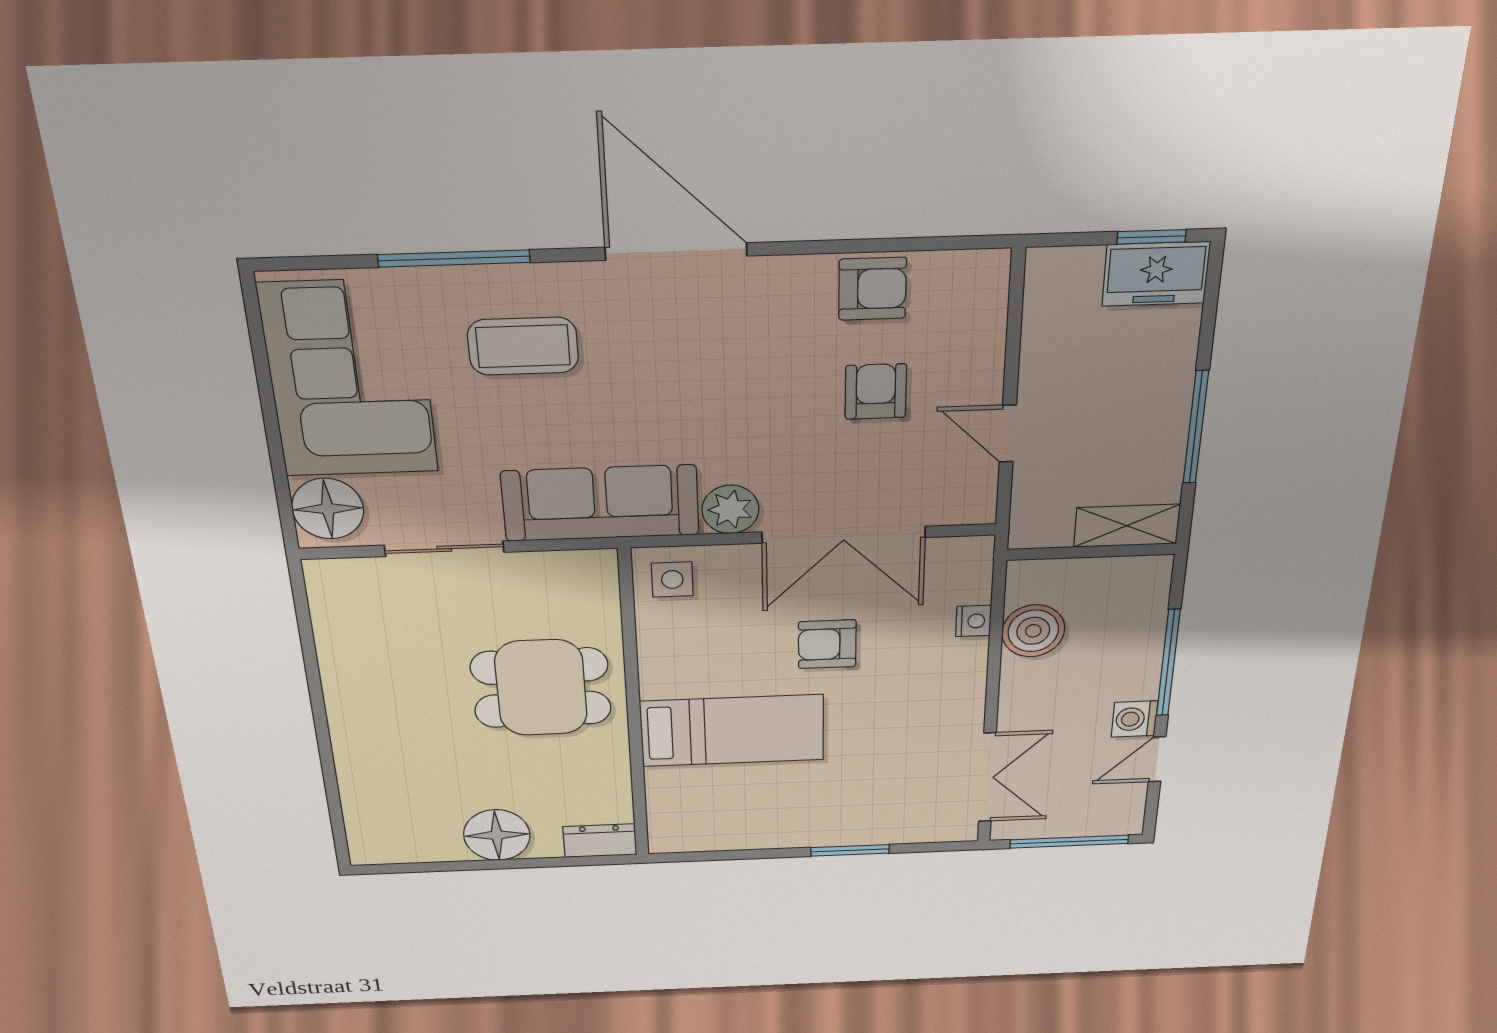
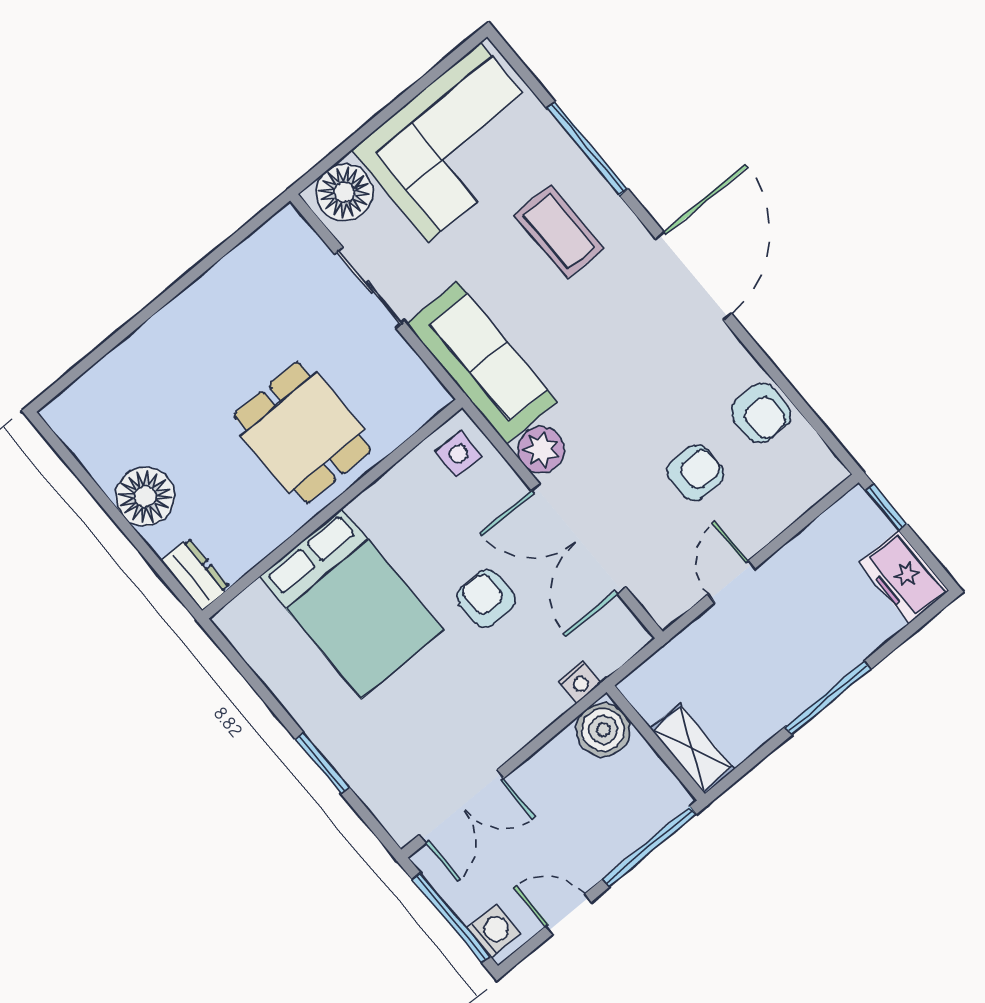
window: (1152, 237) -> (886, 507), moved
shelving: (1127, 526) -> (692, 749), moved
wall: (1091, 552) -> (656, 743), moved
washing machine: (1135, 719) -> (494, 931), moved, turned 90
bed: (732, 731) -> (351, 603), width x1.50

